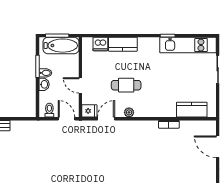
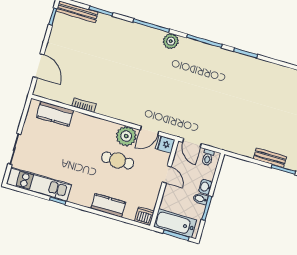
dishwasher: (100, 44) -> (144, 216), moved
plant: (129, 112) -> (126, 136), width x1.88, depth x1.88

